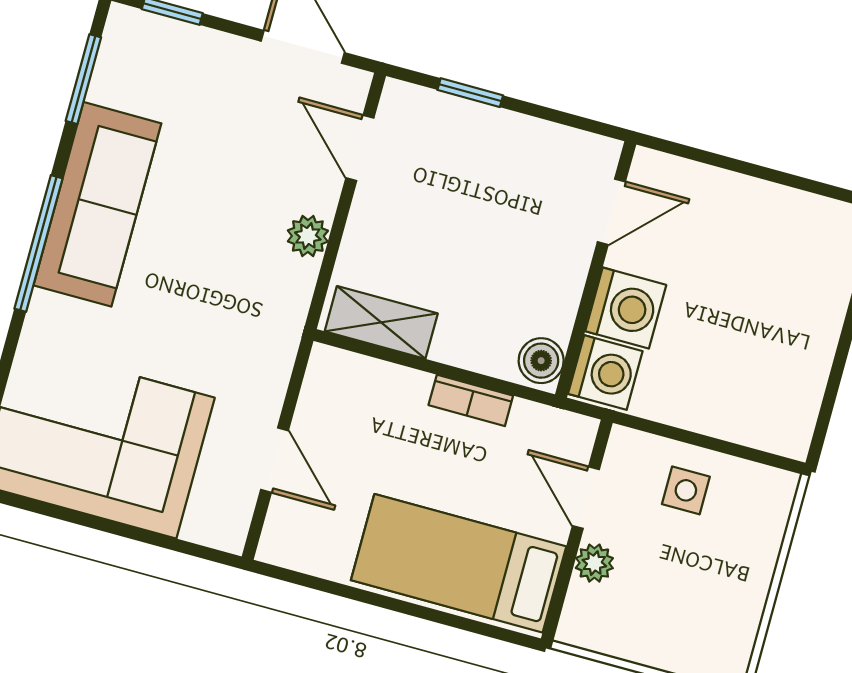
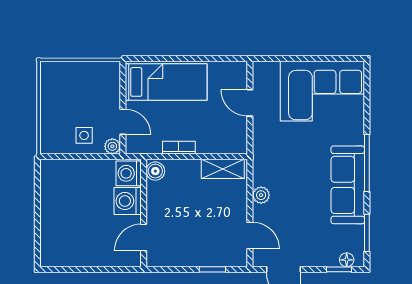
floor lamp: (148, 29) -> (347, 260), added
plant: (594, 563) -> (112, 146), moved

